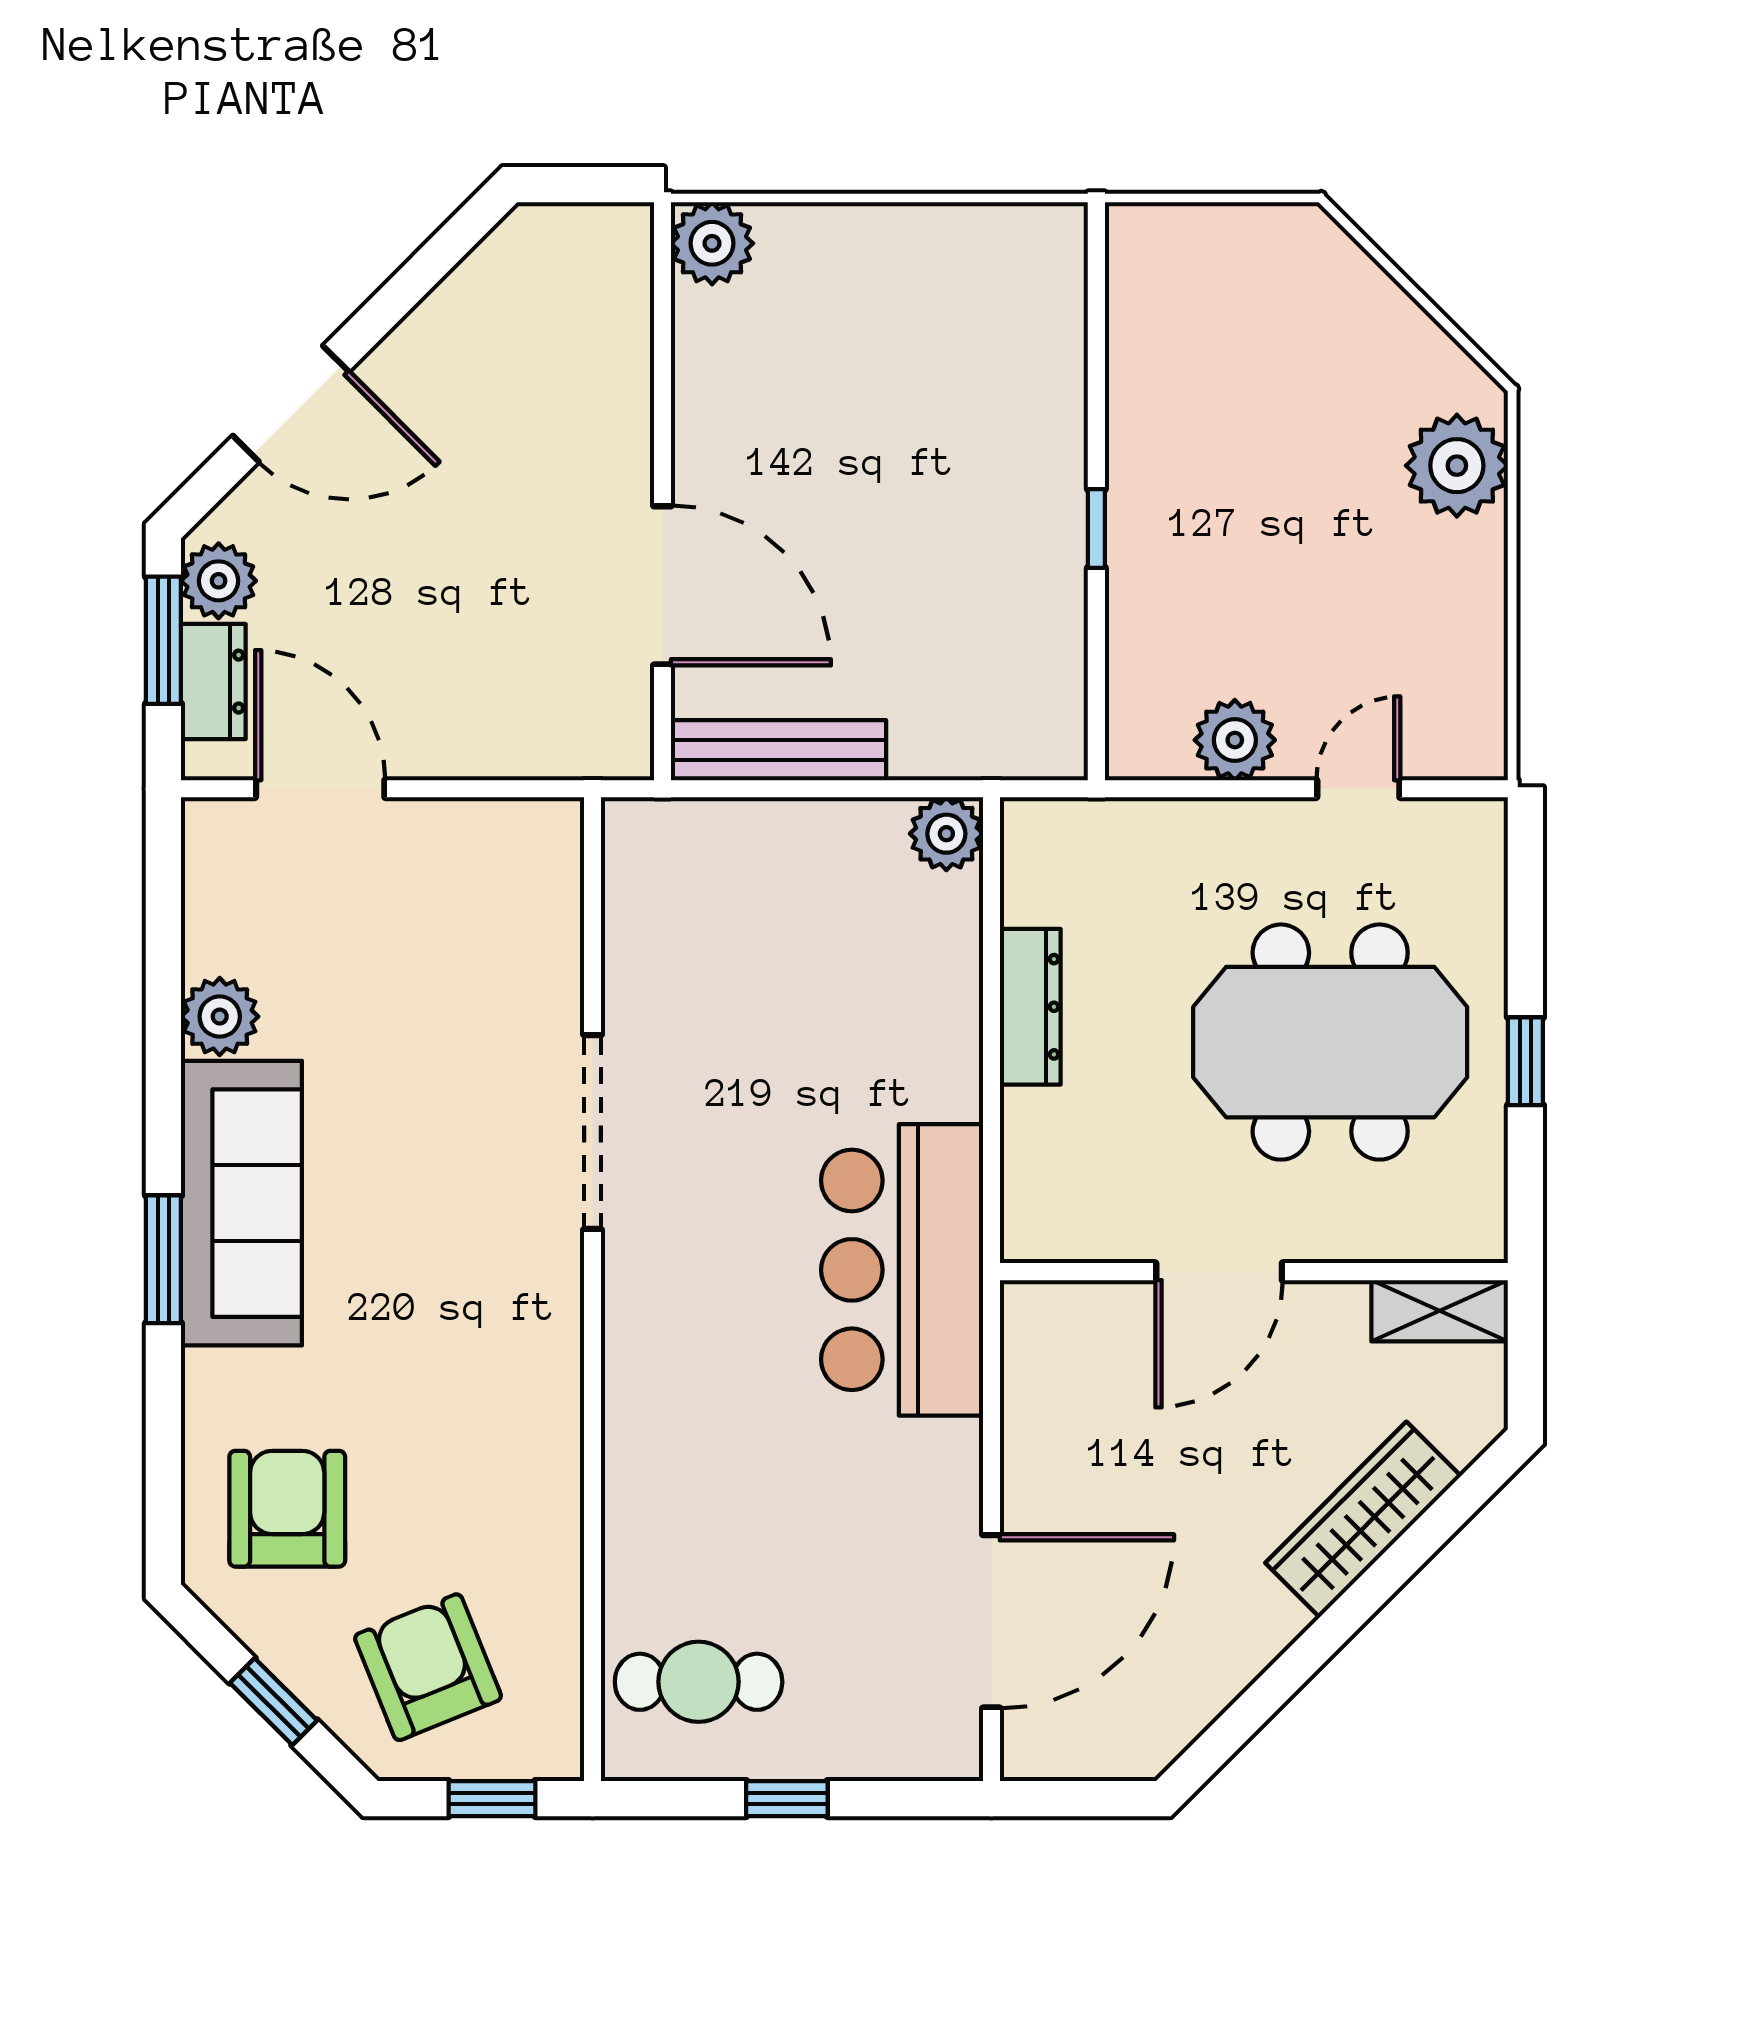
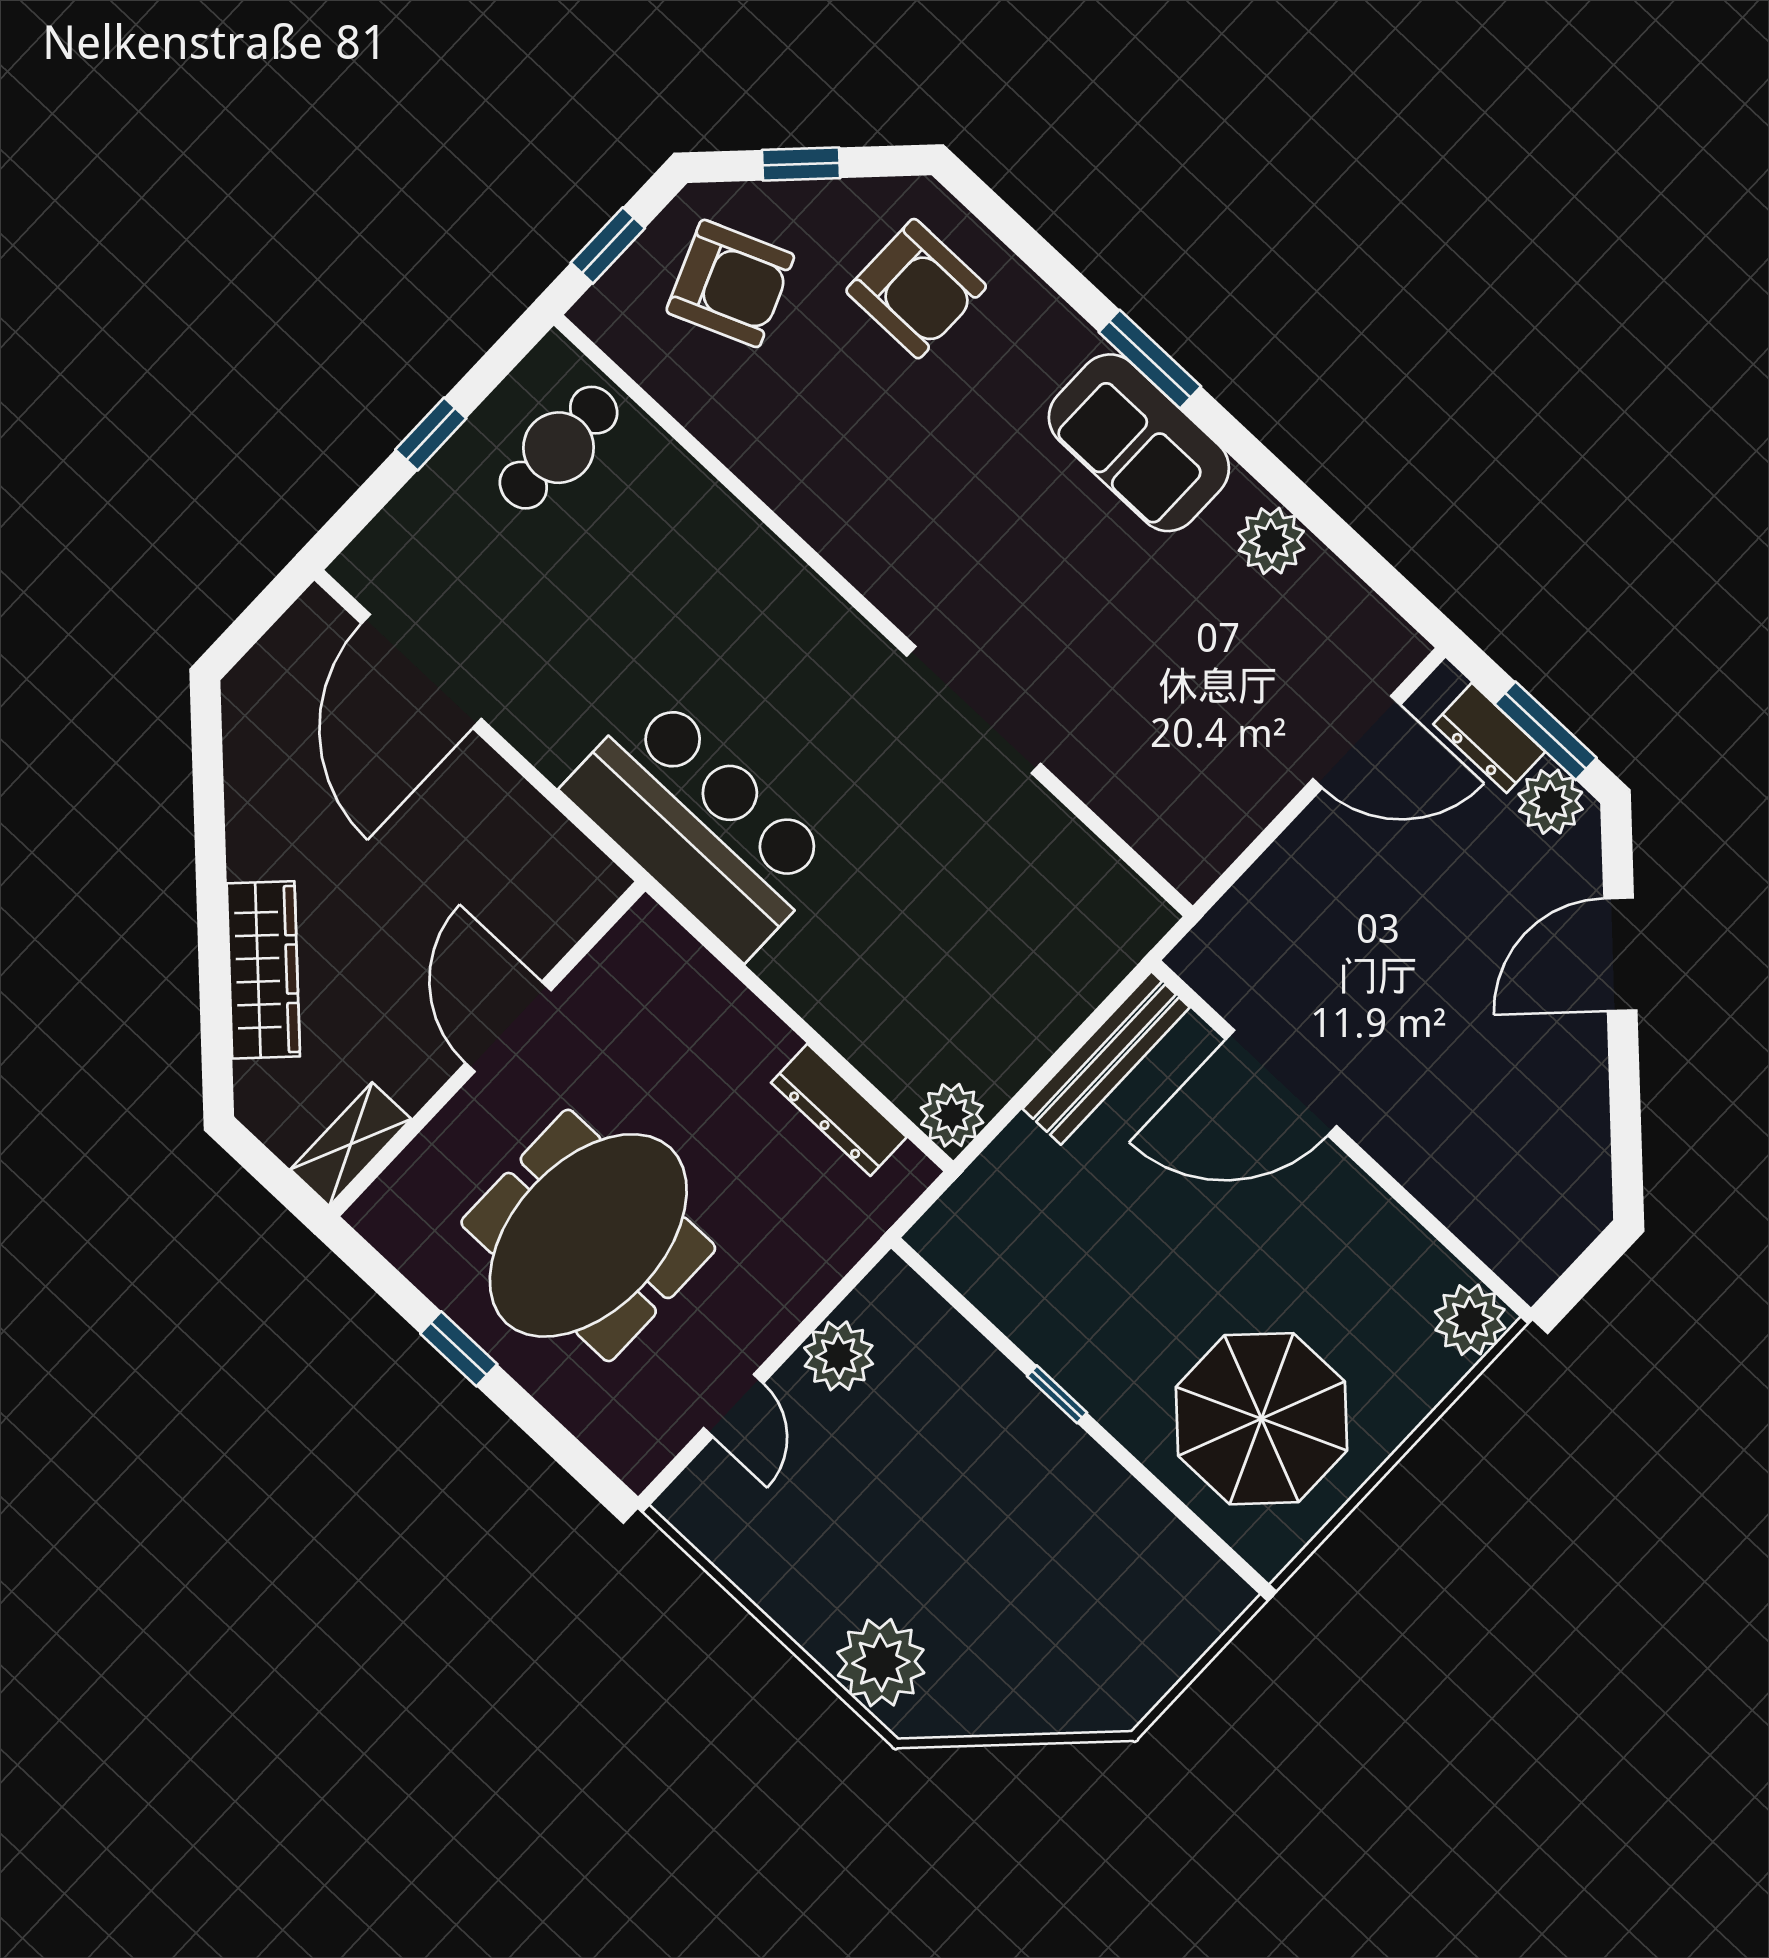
parasol: (957, 340) -> (1261, 1419), added
dresser: (1030, 1007) -> (839, 1110), moved
sofa: (241, 1203) -> (1139, 443), width x0.73

